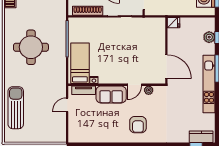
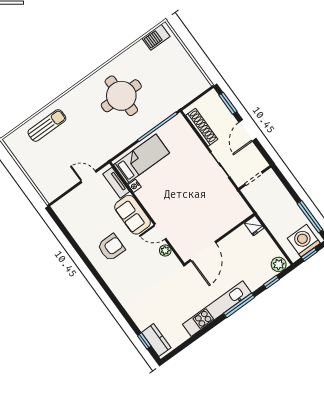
plant: (209, 37) -> (279, 264), moved
sun lounger: (16, 108) -> (47, 125), width x0.73, depth x0.75
armchair: (138, 125) -> (111, 247), moved, turned 180

